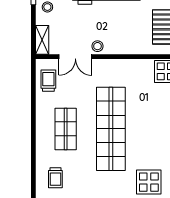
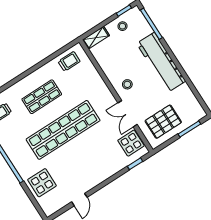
stool: (97, 46) -> (127, 84), moved
double door: (75, 57) -> (127, 114), moved

